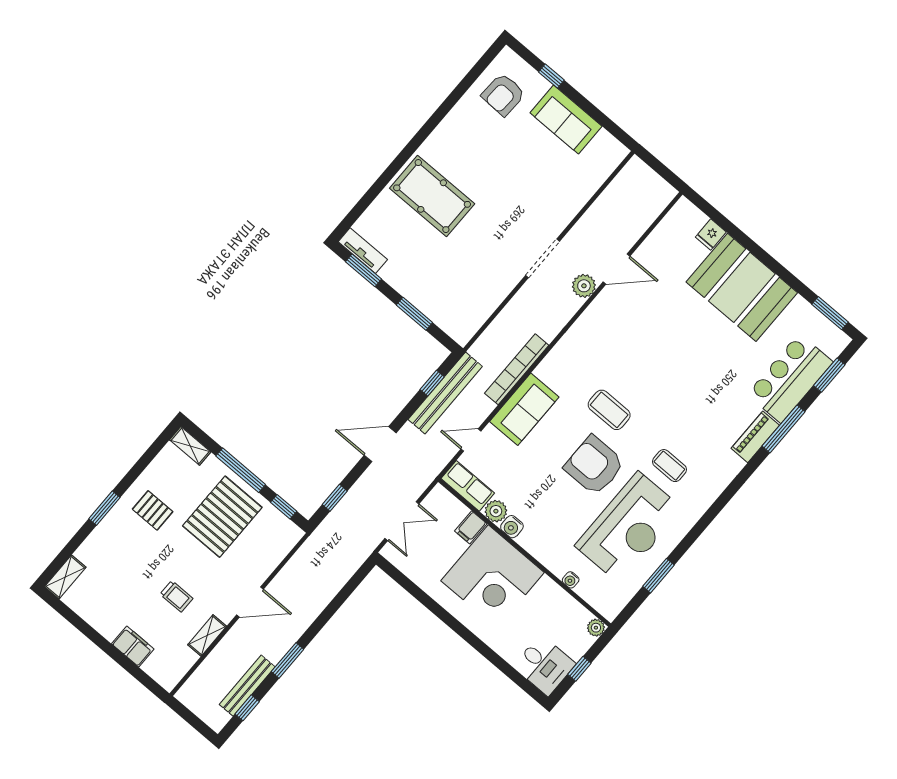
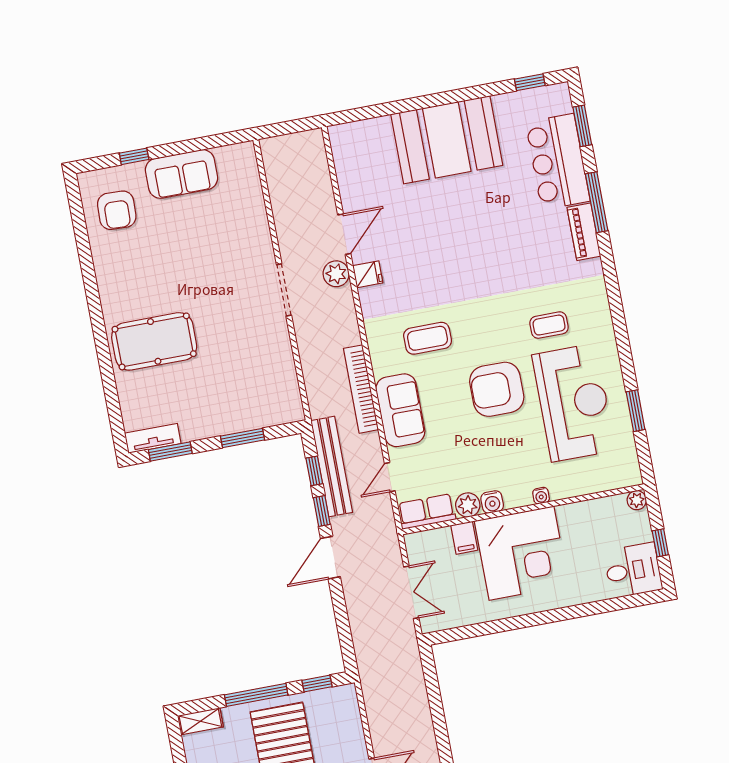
fridge: (711, 235) -> (368, 274), moved, turned -90
window: (830, 313) -> (530, 82), width x0.67
coffee table: (609, 410) -> (428, 338), moved
window: (335, 498) -> (322, 511), moved
water cooler: (571, 580) -> (541, 496), moved

